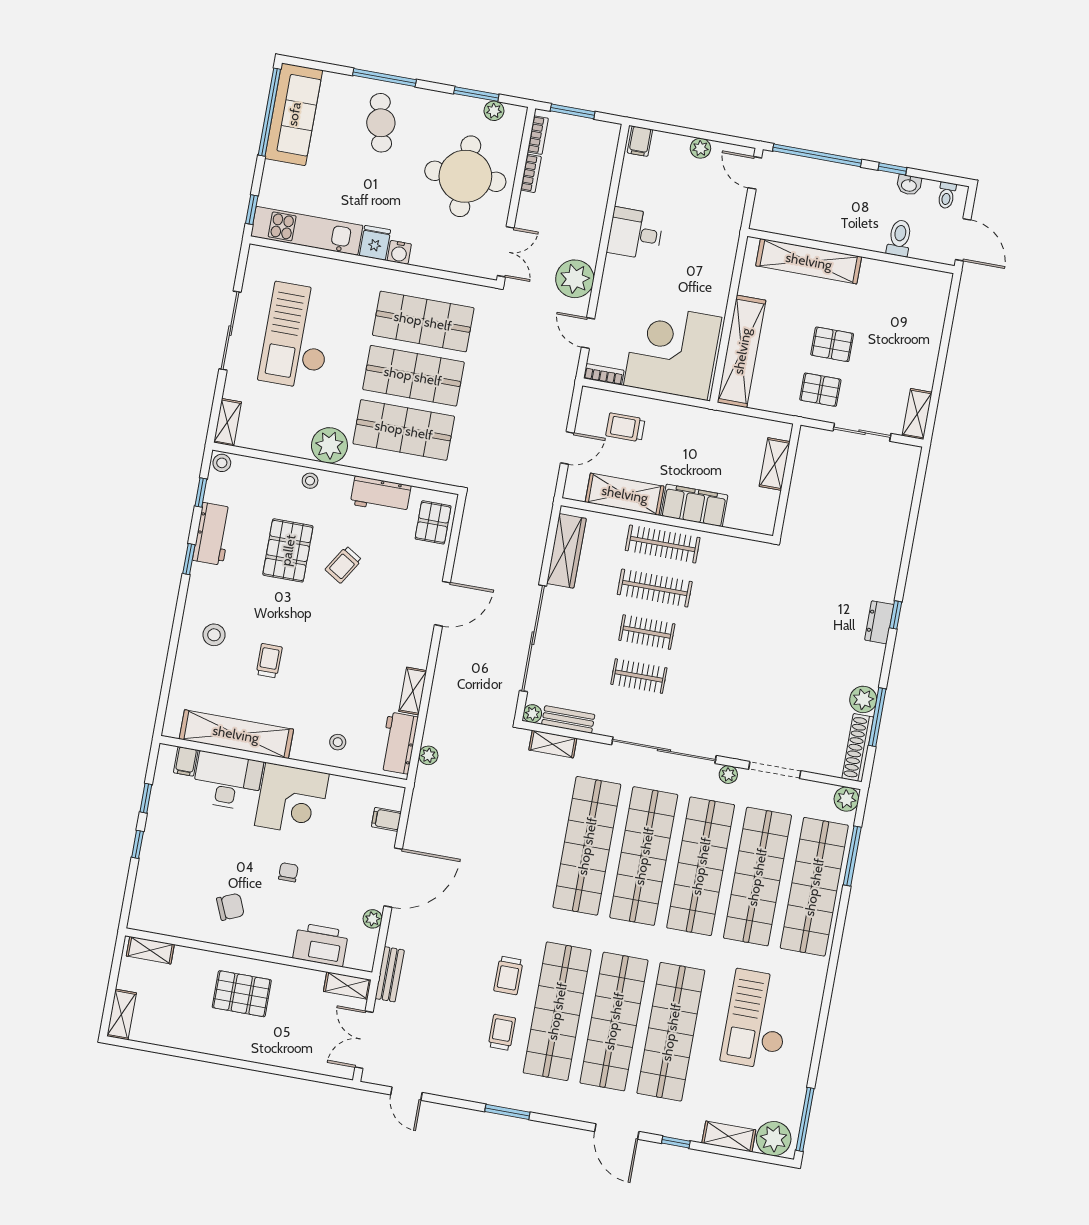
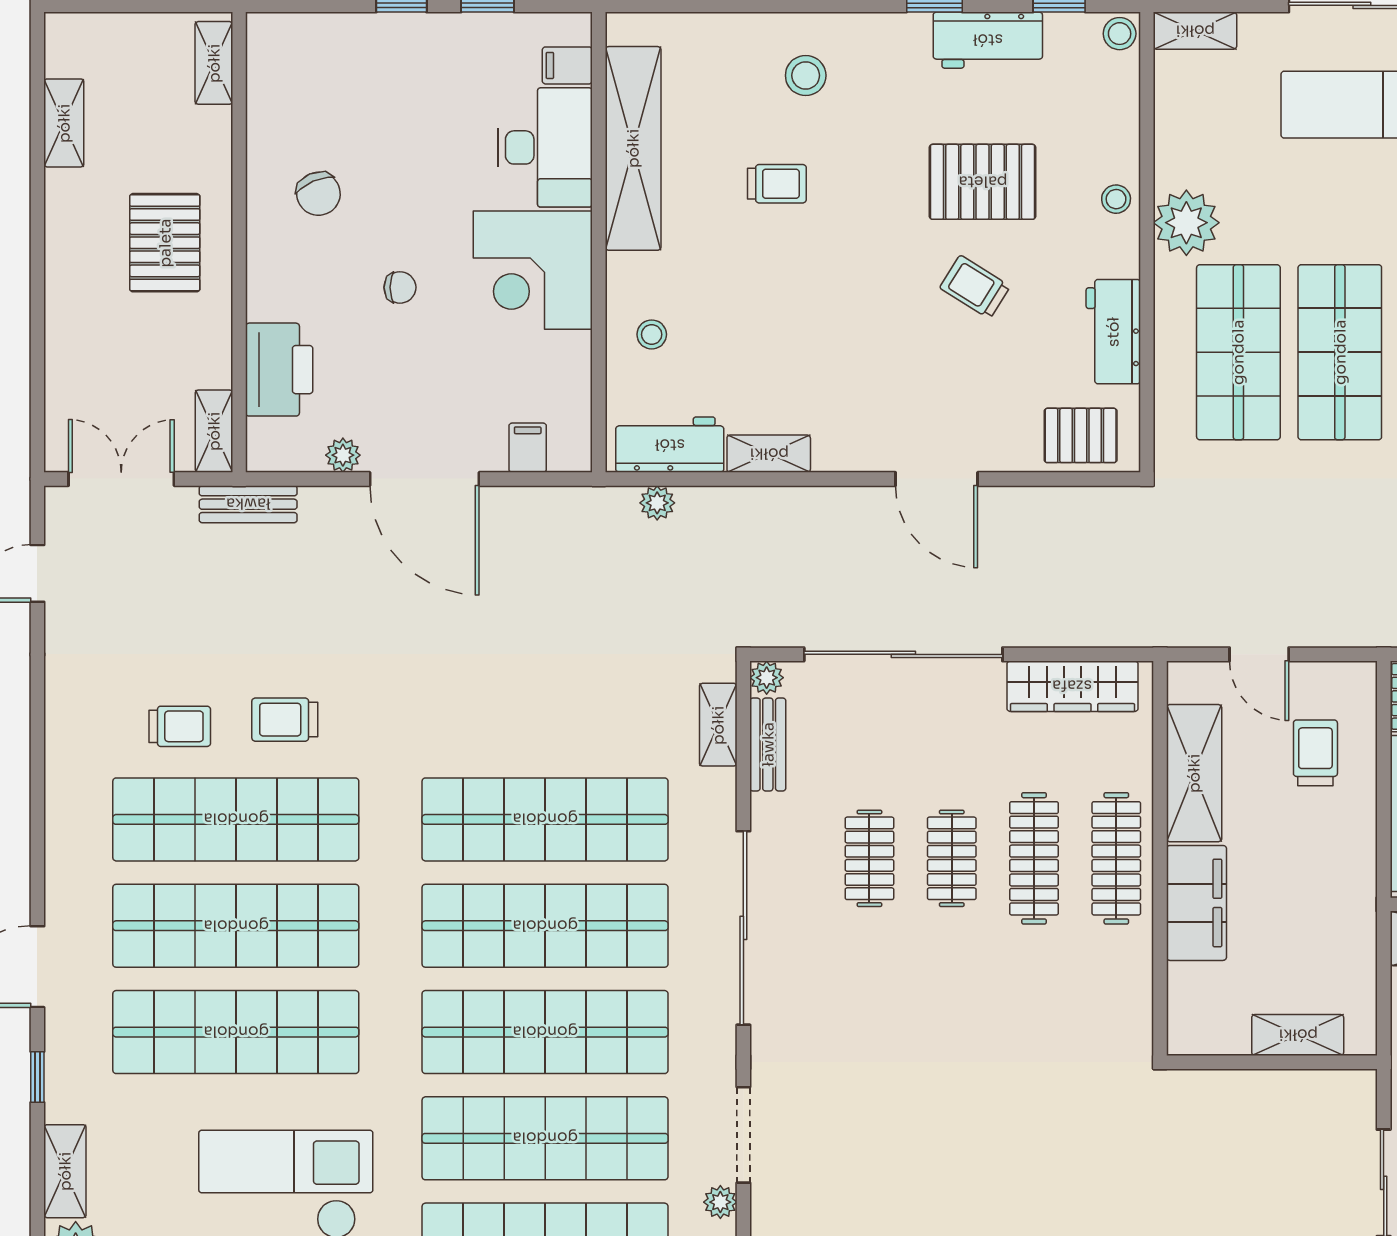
plant: (728, 775) -> (720, 1202), moved
shelving: (122, 1014) -> (64, 123), moved, turned 90
window: (507, 1112) -> (37, 762), removed

